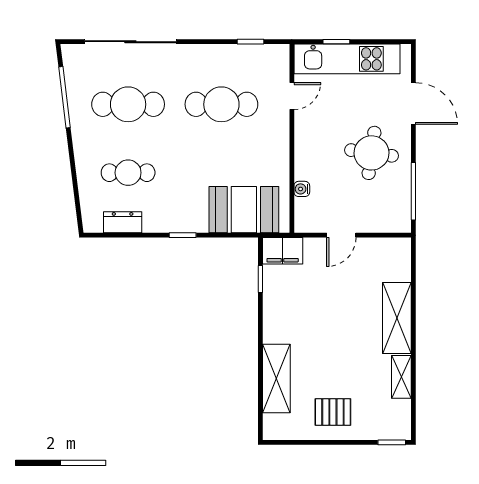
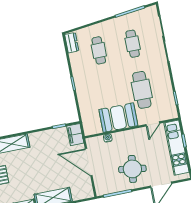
door: (292, 96) -> (153, 124), hinge flipped
cafe table: (128, 104) -> (133, 44), width x0.73, depth x0.74
booth: (244, 210) -> (118, 118), moved, turned 90
dresser: (123, 222) -> (72, 43), moved
door: (341, 235) -> (89, 162), width x1.88

